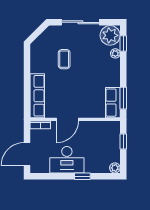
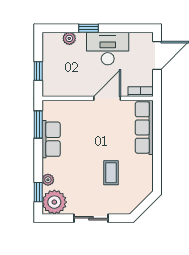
sliding door: (80, 22) -> (91, 218), width x0.73
row of seats: (113, 103) -> (51, 139), moved
plant: (115, 168) -> (69, 38), moved

